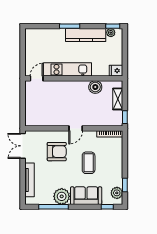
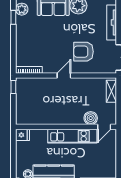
boiler: (95, 87) -> (91, 118), moved
shelving: (118, 99) -> (111, 91), moved
coffee table: (89, 163) -> (51, 40), removed

